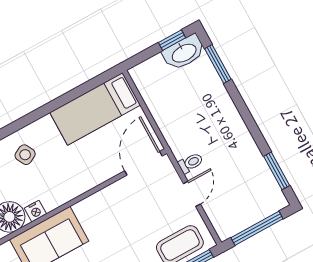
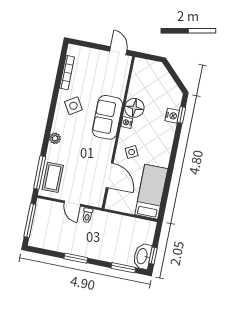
side table: (25, 155) -> (132, 152), moved
door: (143, 163) -> (110, 175), moved
window: (277, 171) -> (76, 258), moved

